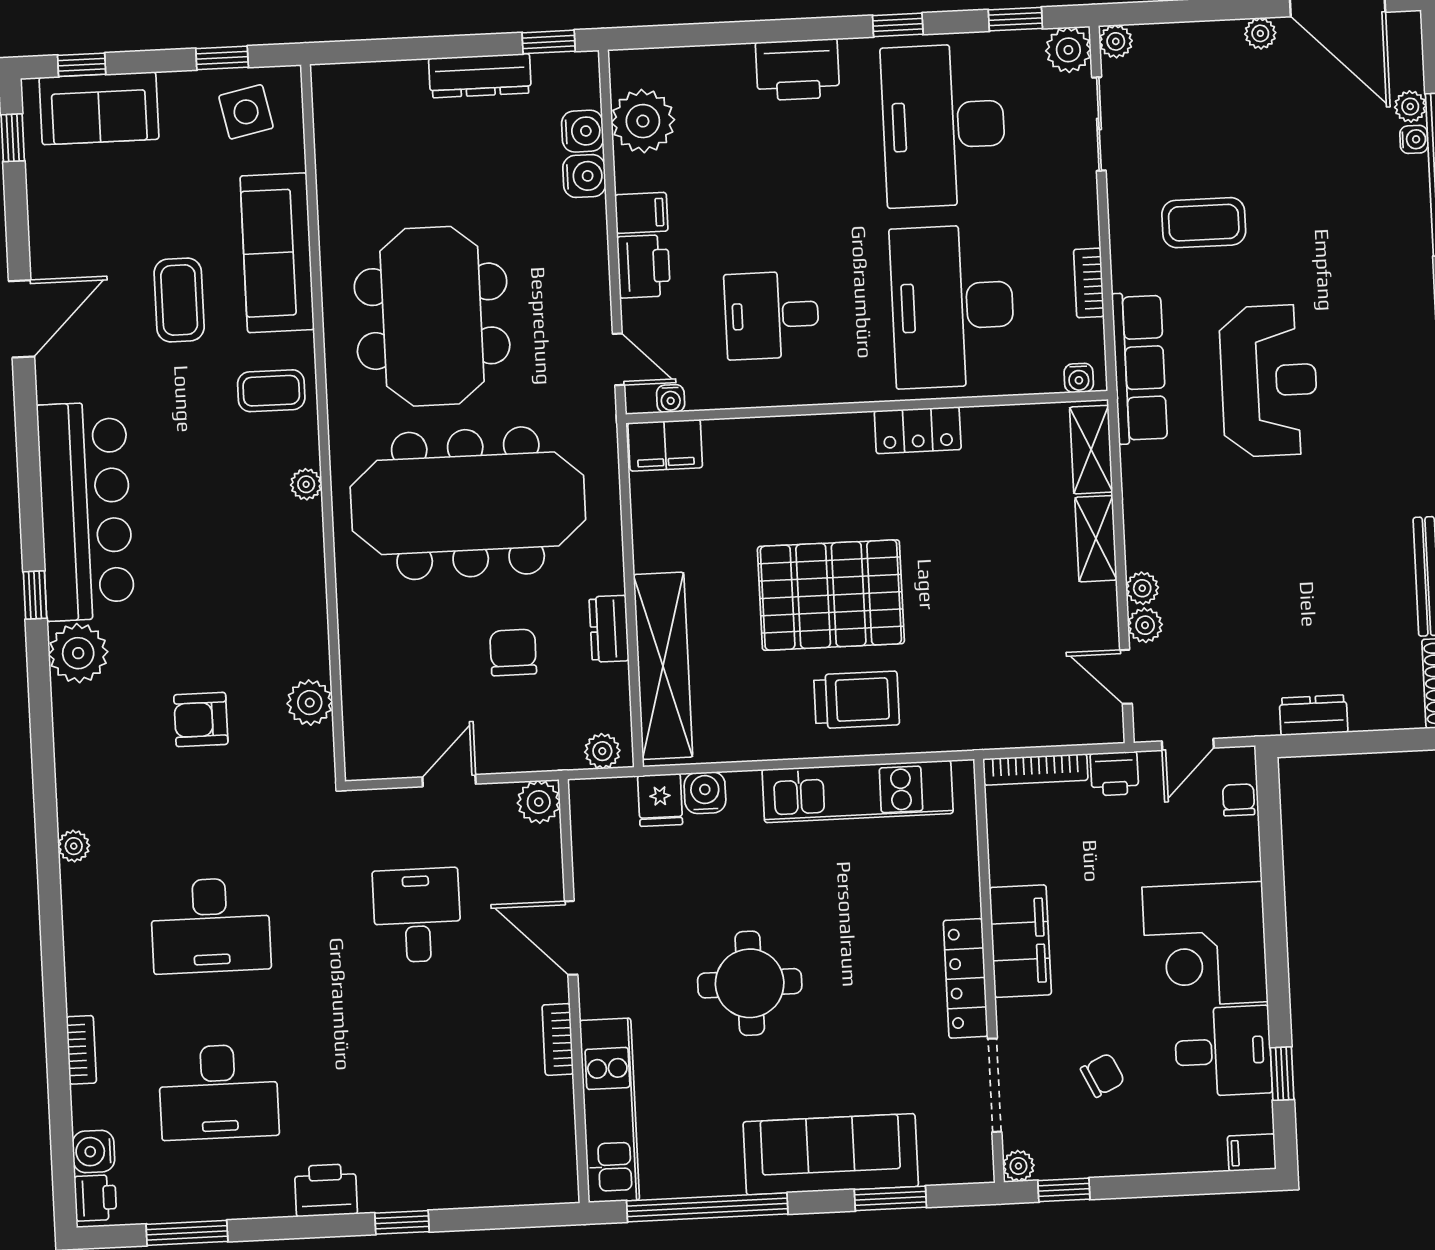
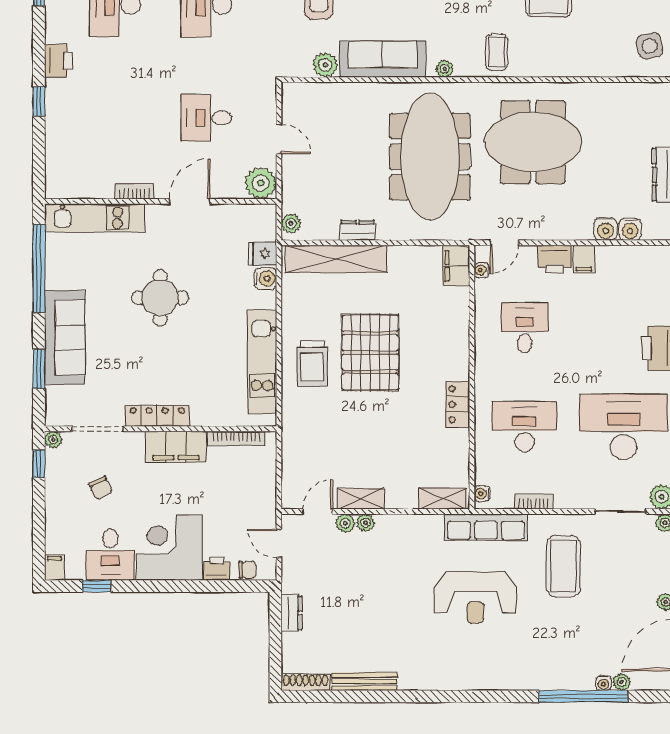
plant: (643, 121) -> (634, 262), removed
coffee table: (1204, 223) -> (564, 566), width x1.36, depth x1.32
sofa: (277, 253) -> (383, 59), moved
desk: (953, 306) -> (525, 427), width x0.73, depth x0.77
shelving: (1096, 539) -> (361, 499), moved
chair: (513, 652) -> (347, 177), removed
bookcase: (1035, 769) -> (236, 438), moved, turned -90
printer: (1114, 774) -> (217, 569), moved, turned 90
plant: (539, 802) -> (261, 183), width x1.36, depth x1.36
desk: (417, 915) -> (206, 118), turned 180

